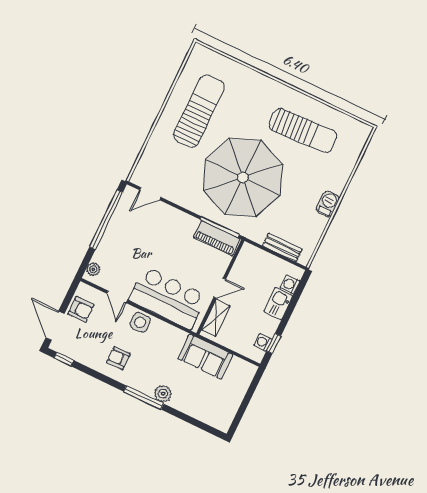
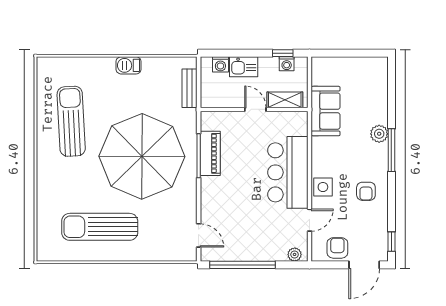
wall: (220, 287) -> (254, 109), moved
door: (220, 288) -> (255, 109), moved
shelving: (216, 318) -> (285, 100), moved

